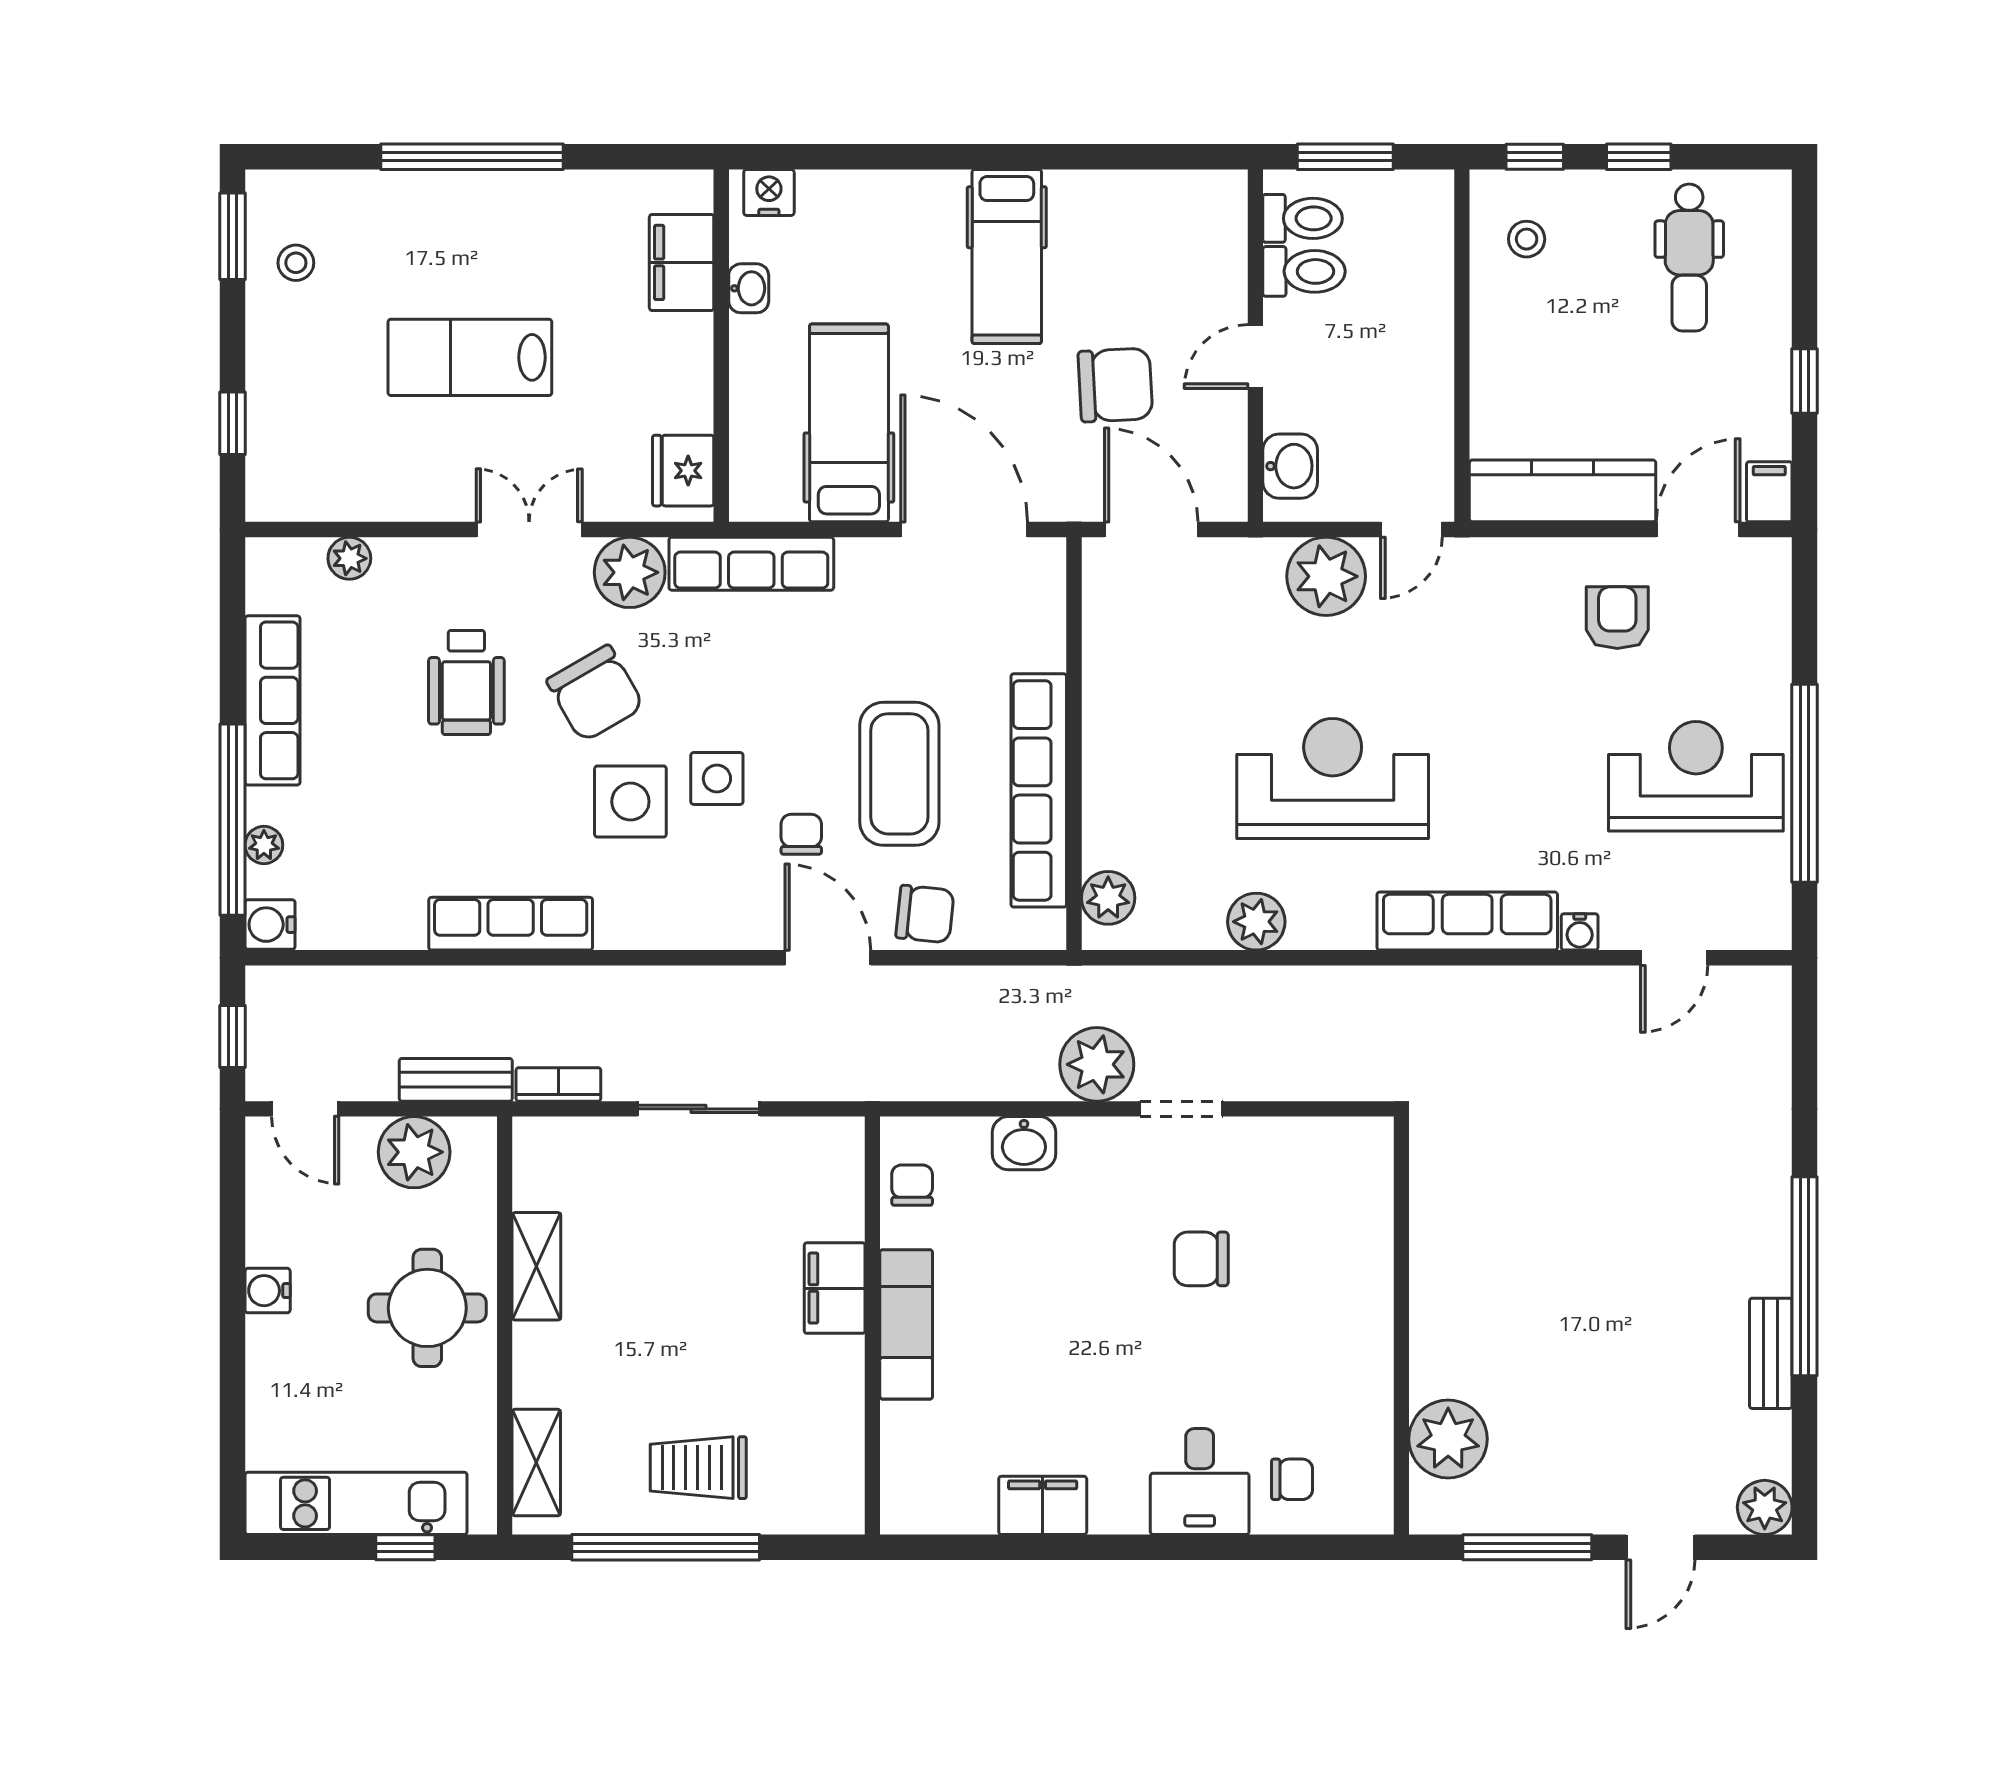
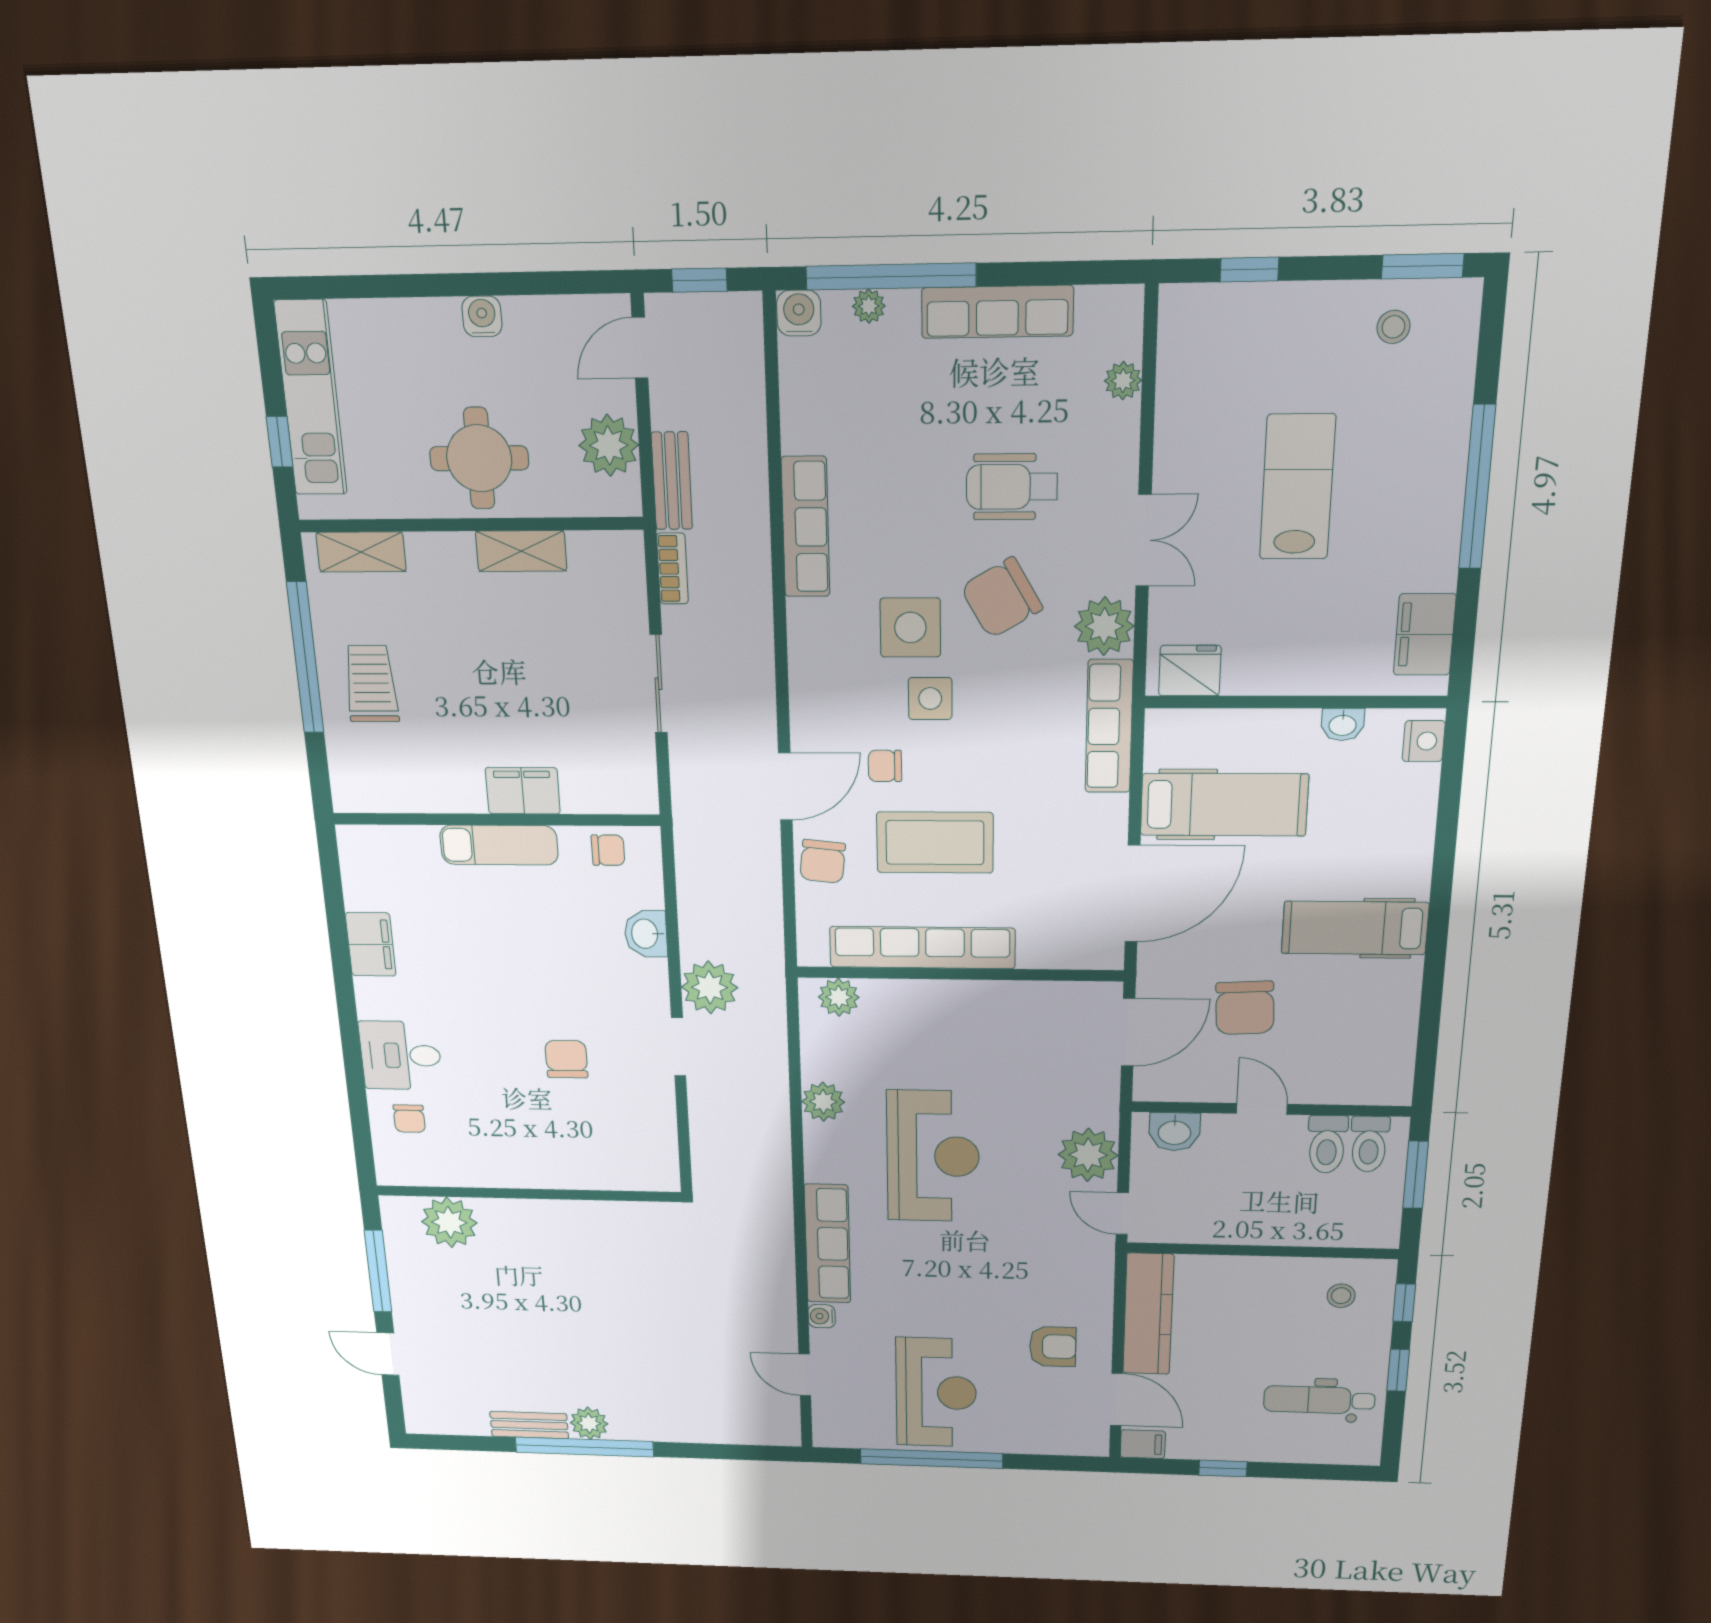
filing cabinet: (682, 262) -> (1425, 634), moved, turned -90
chair: (801, 834) -> (885, 766), turned 180
plant: (1765, 1507) -> (589, 1423), moved

